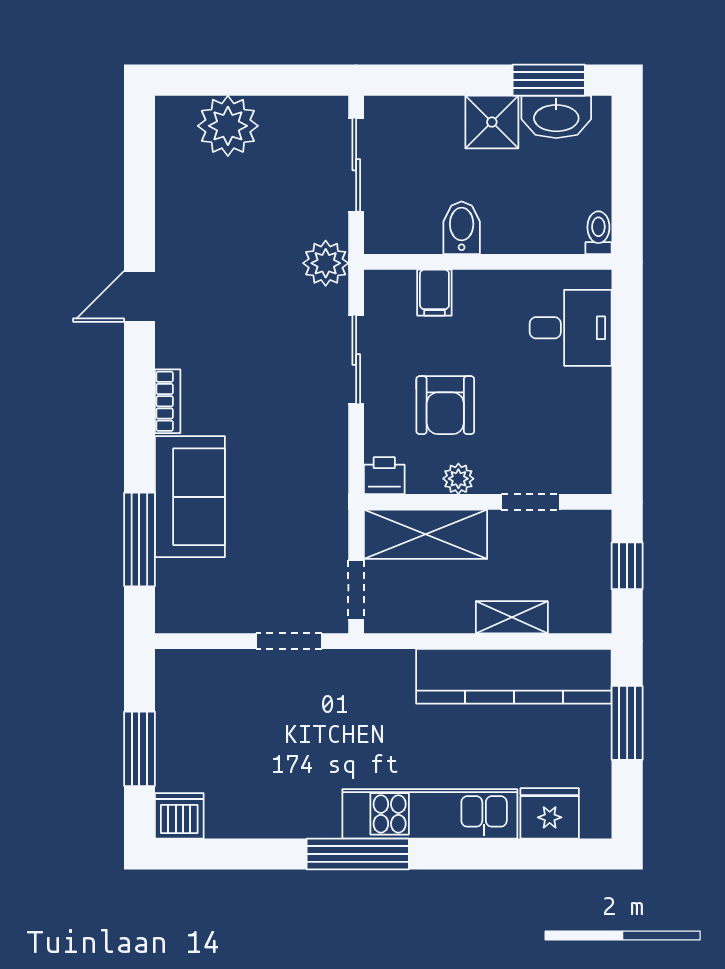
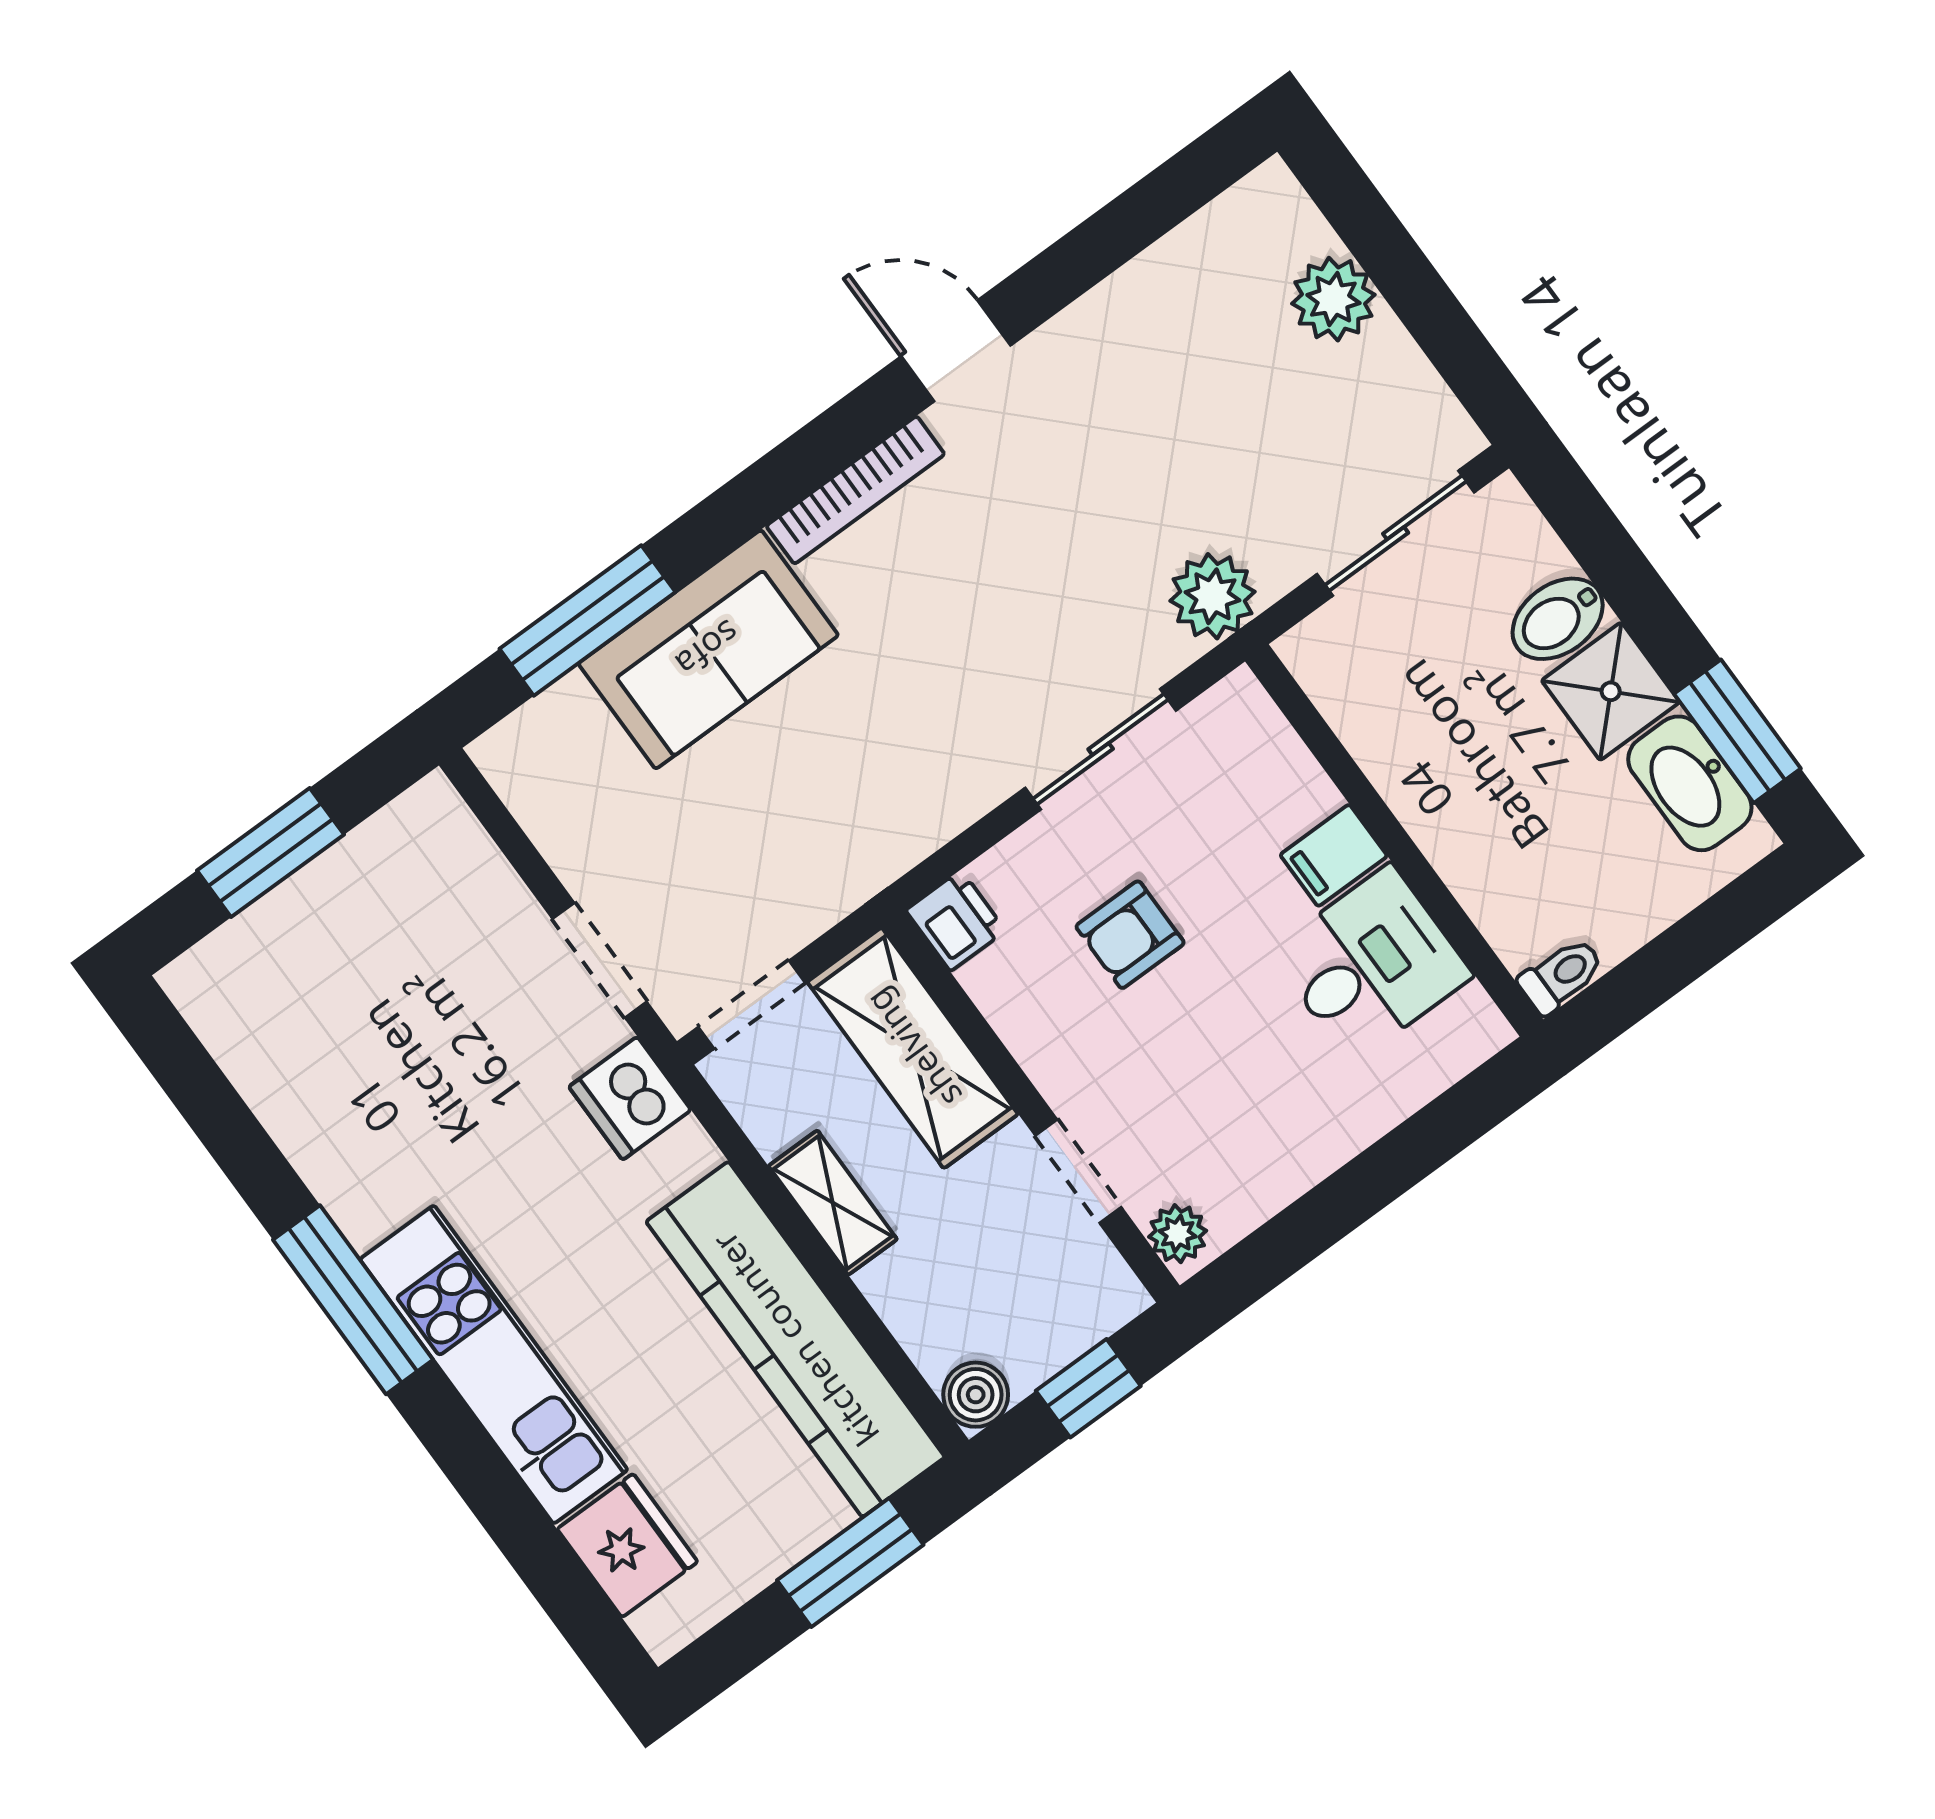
plant: (228, 126) -> (1333, 299), width x0.73, depth x0.73
bidet: (462, 228) -> (1558, 619), moved, turned 180
filing cabinet: (434, 293) -> (1334, 855), moved
desk: (571, 328) -> (1371, 964), moved, turned -90
bookcase: (168, 401) -> (855, 490), width x1.56
armchair: (445, 405) -> (1130, 935), width x0.72, depth x0.72
plant: (458, 479) -> (1178, 1234), moved
boiler: (594, 616) -> (976, 1395), added
shelving: (512, 617) -> (833, 1203), moved
dishwasher: (179, 816) -> (630, 1098), moved, turned 180

